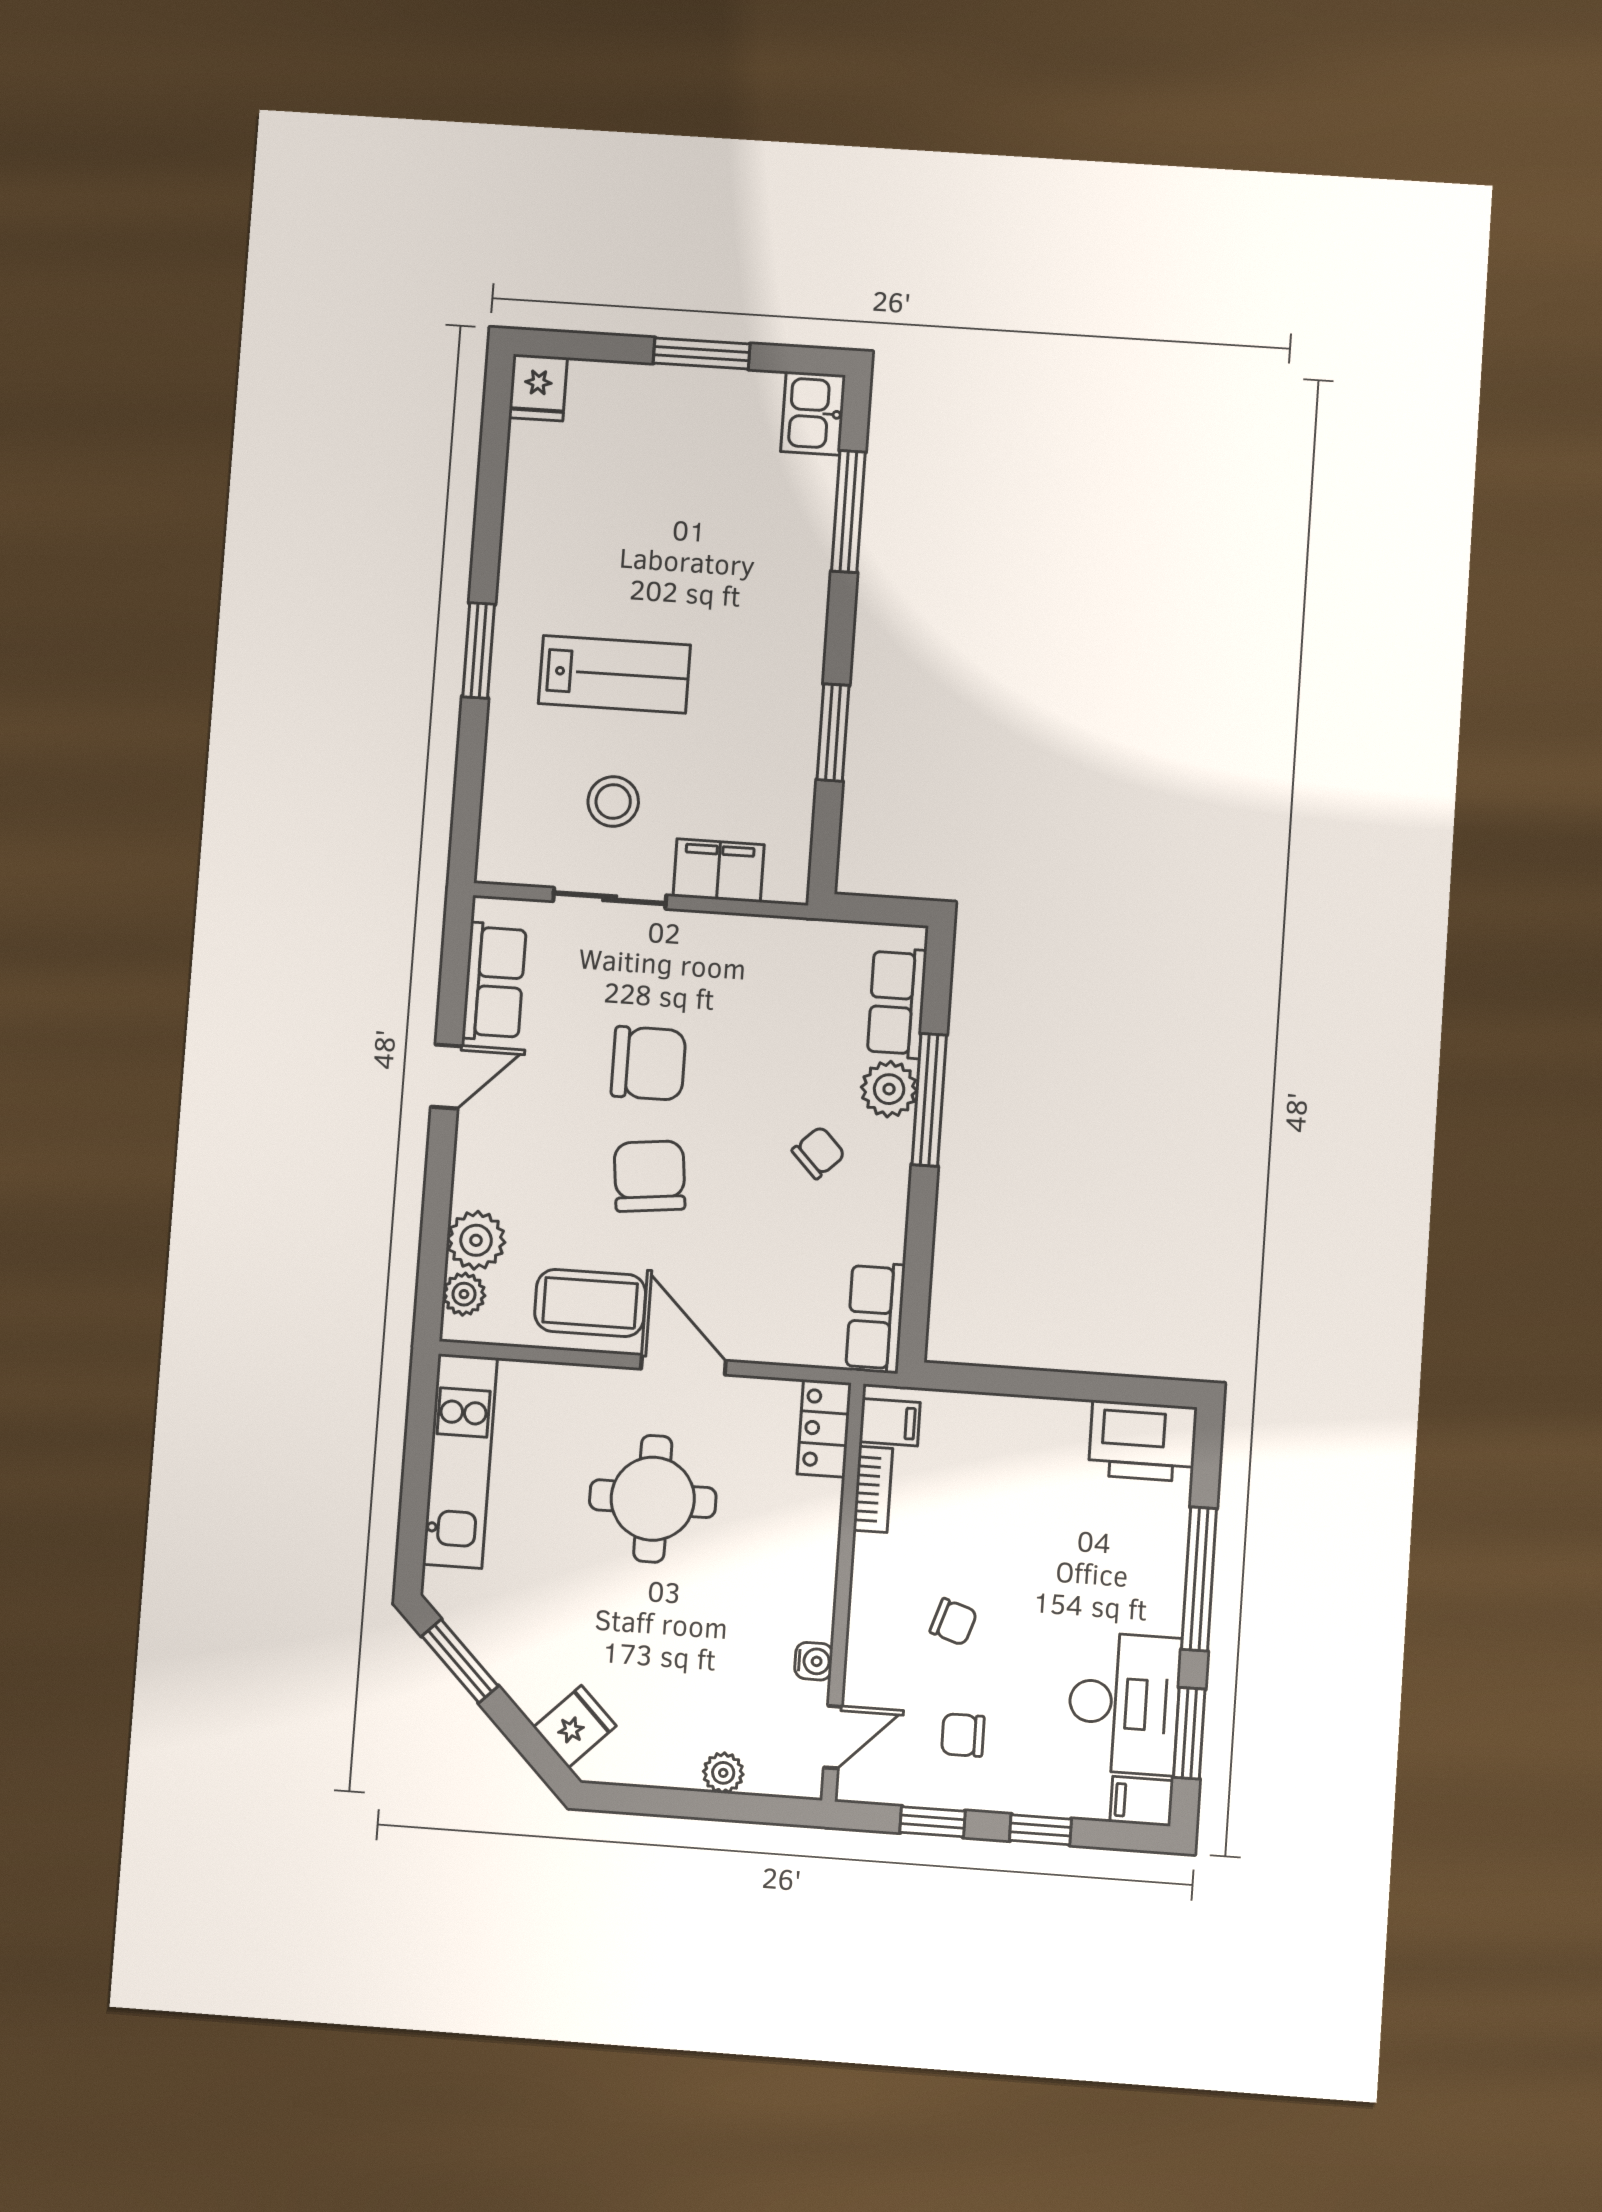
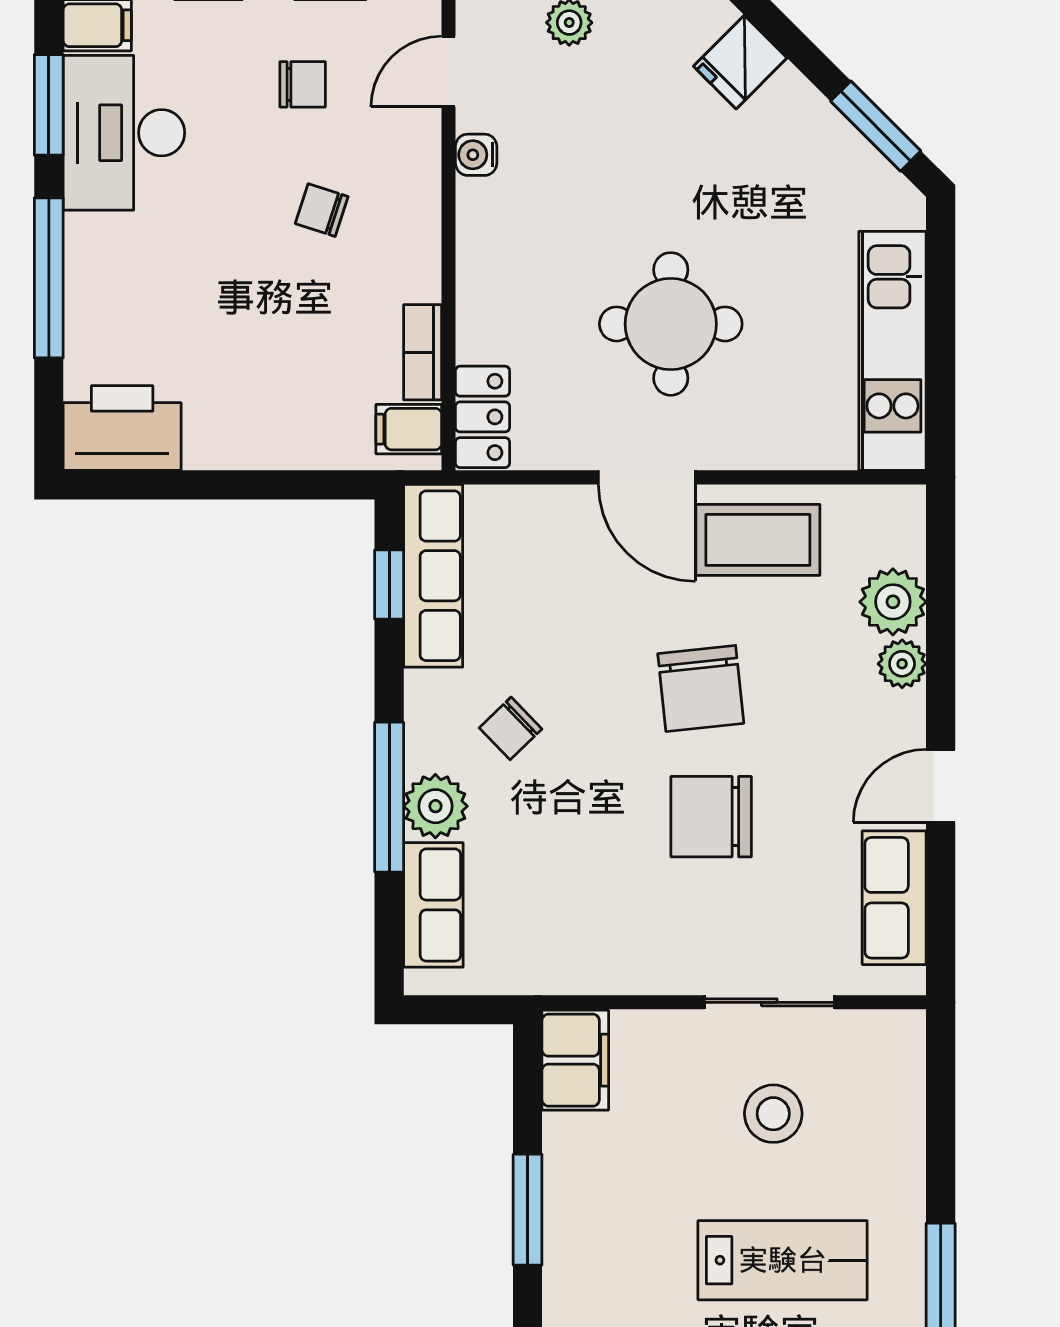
lab bench: (614, 674) -> (783, 1260), turned 180
filing cabinet: (719, 871) -> (575, 1060), moved, turned -90
window: (916, 1286) -> (389, 585), added
plant: (464, 1294) -> (902, 664), moved
row of seats: (875, 1317) -> (433, 576), width x1.48

